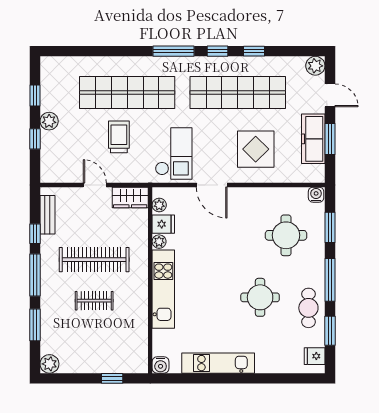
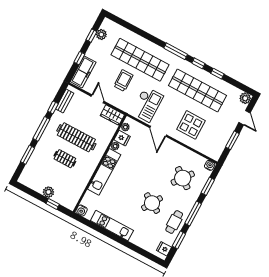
plant: (49, 121) -> (101, 35), moved
freezer: (313, 139) -> (83, 72), moved, turned 180
round table: (286, 235) -> (183, 178), turned 37
round table: (260, 297) -> (152, 203), turned 31
plant: (49, 364) -> (48, 192), moved

